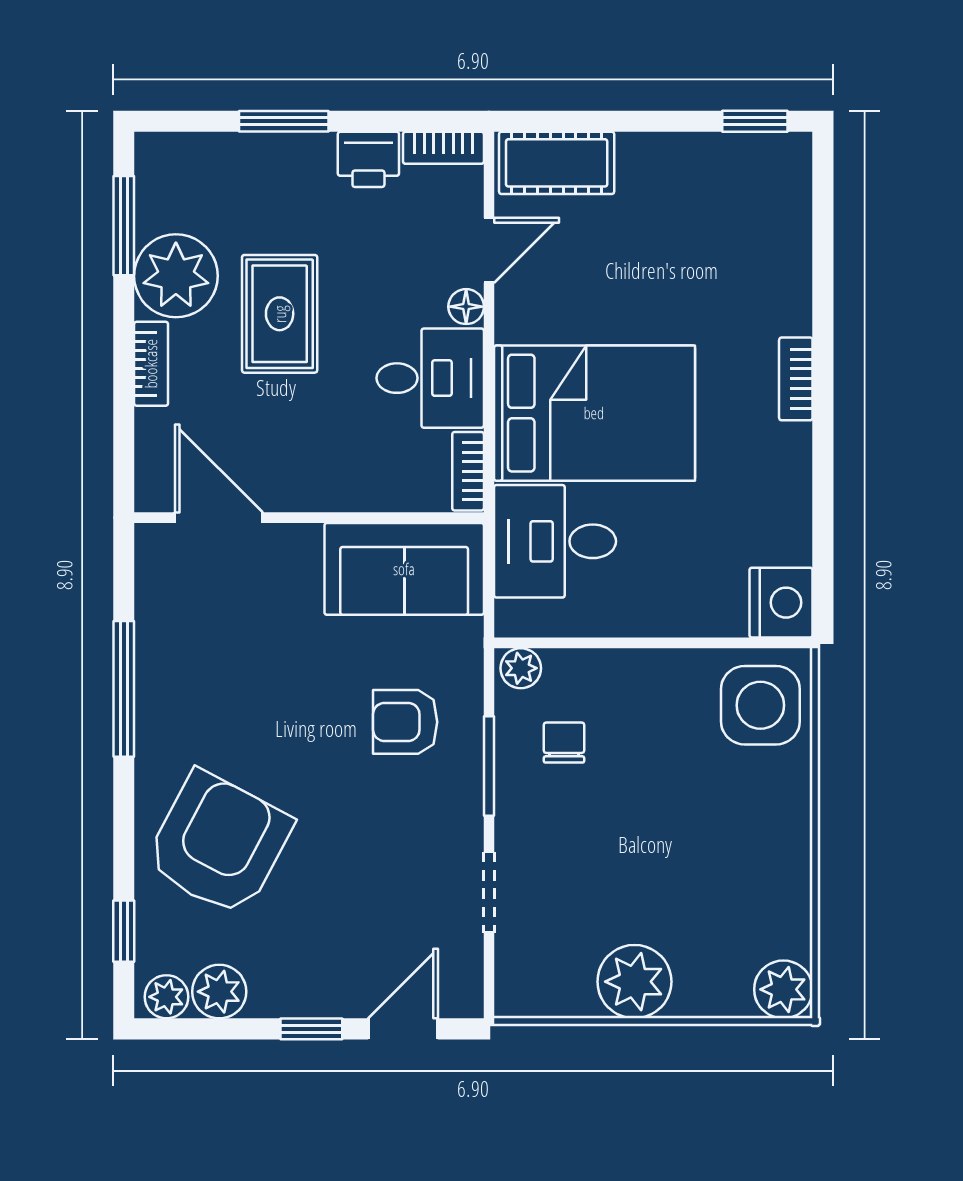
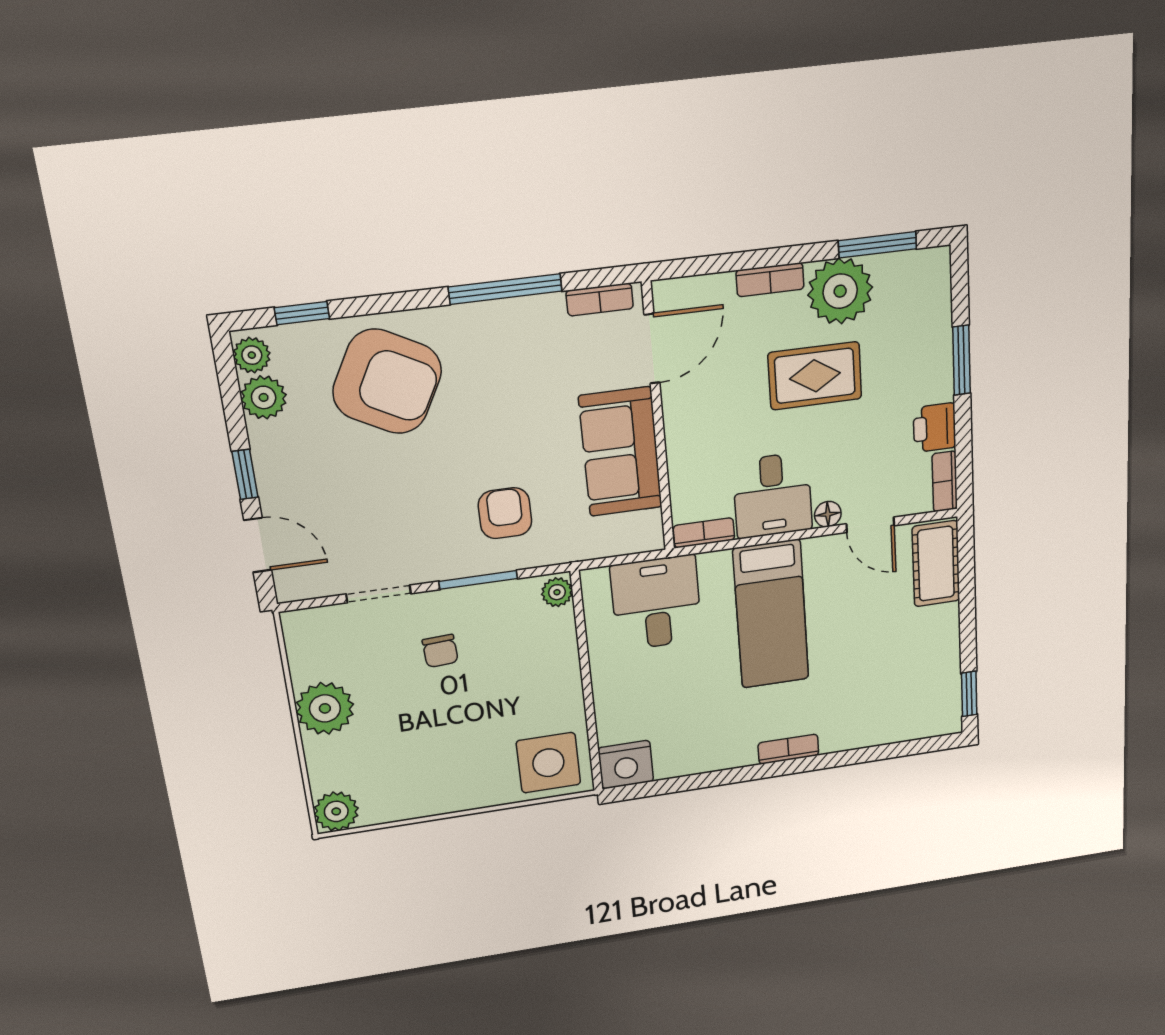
bed: (594, 413) -> (771, 614), width x0.67
sofa: (404, 569) -> (621, 452), moved
bookcase: (150, 576) -> (600, 300), added
chair: (564, 743) -> (440, 651), moved, turned 87

